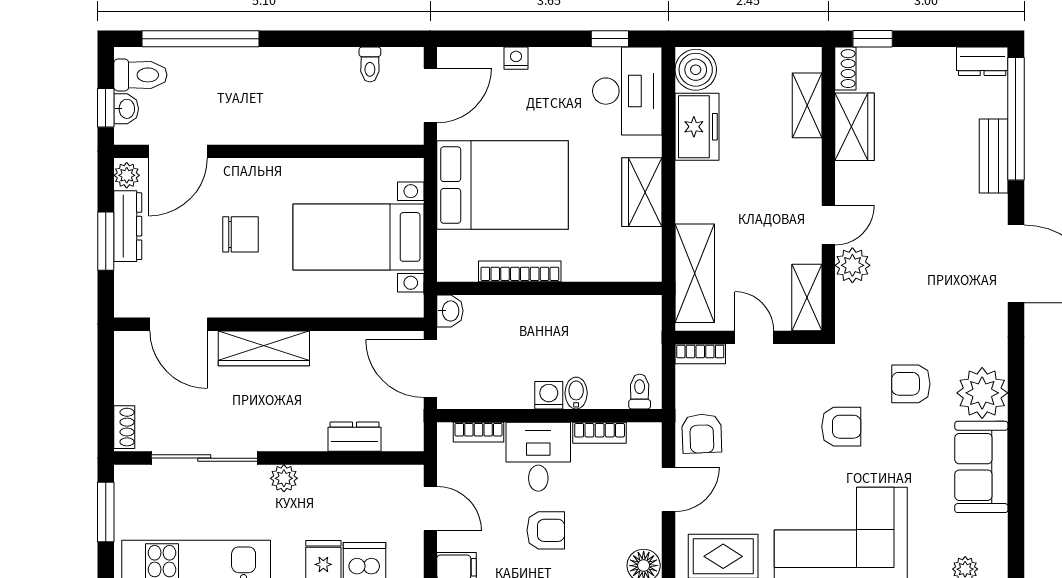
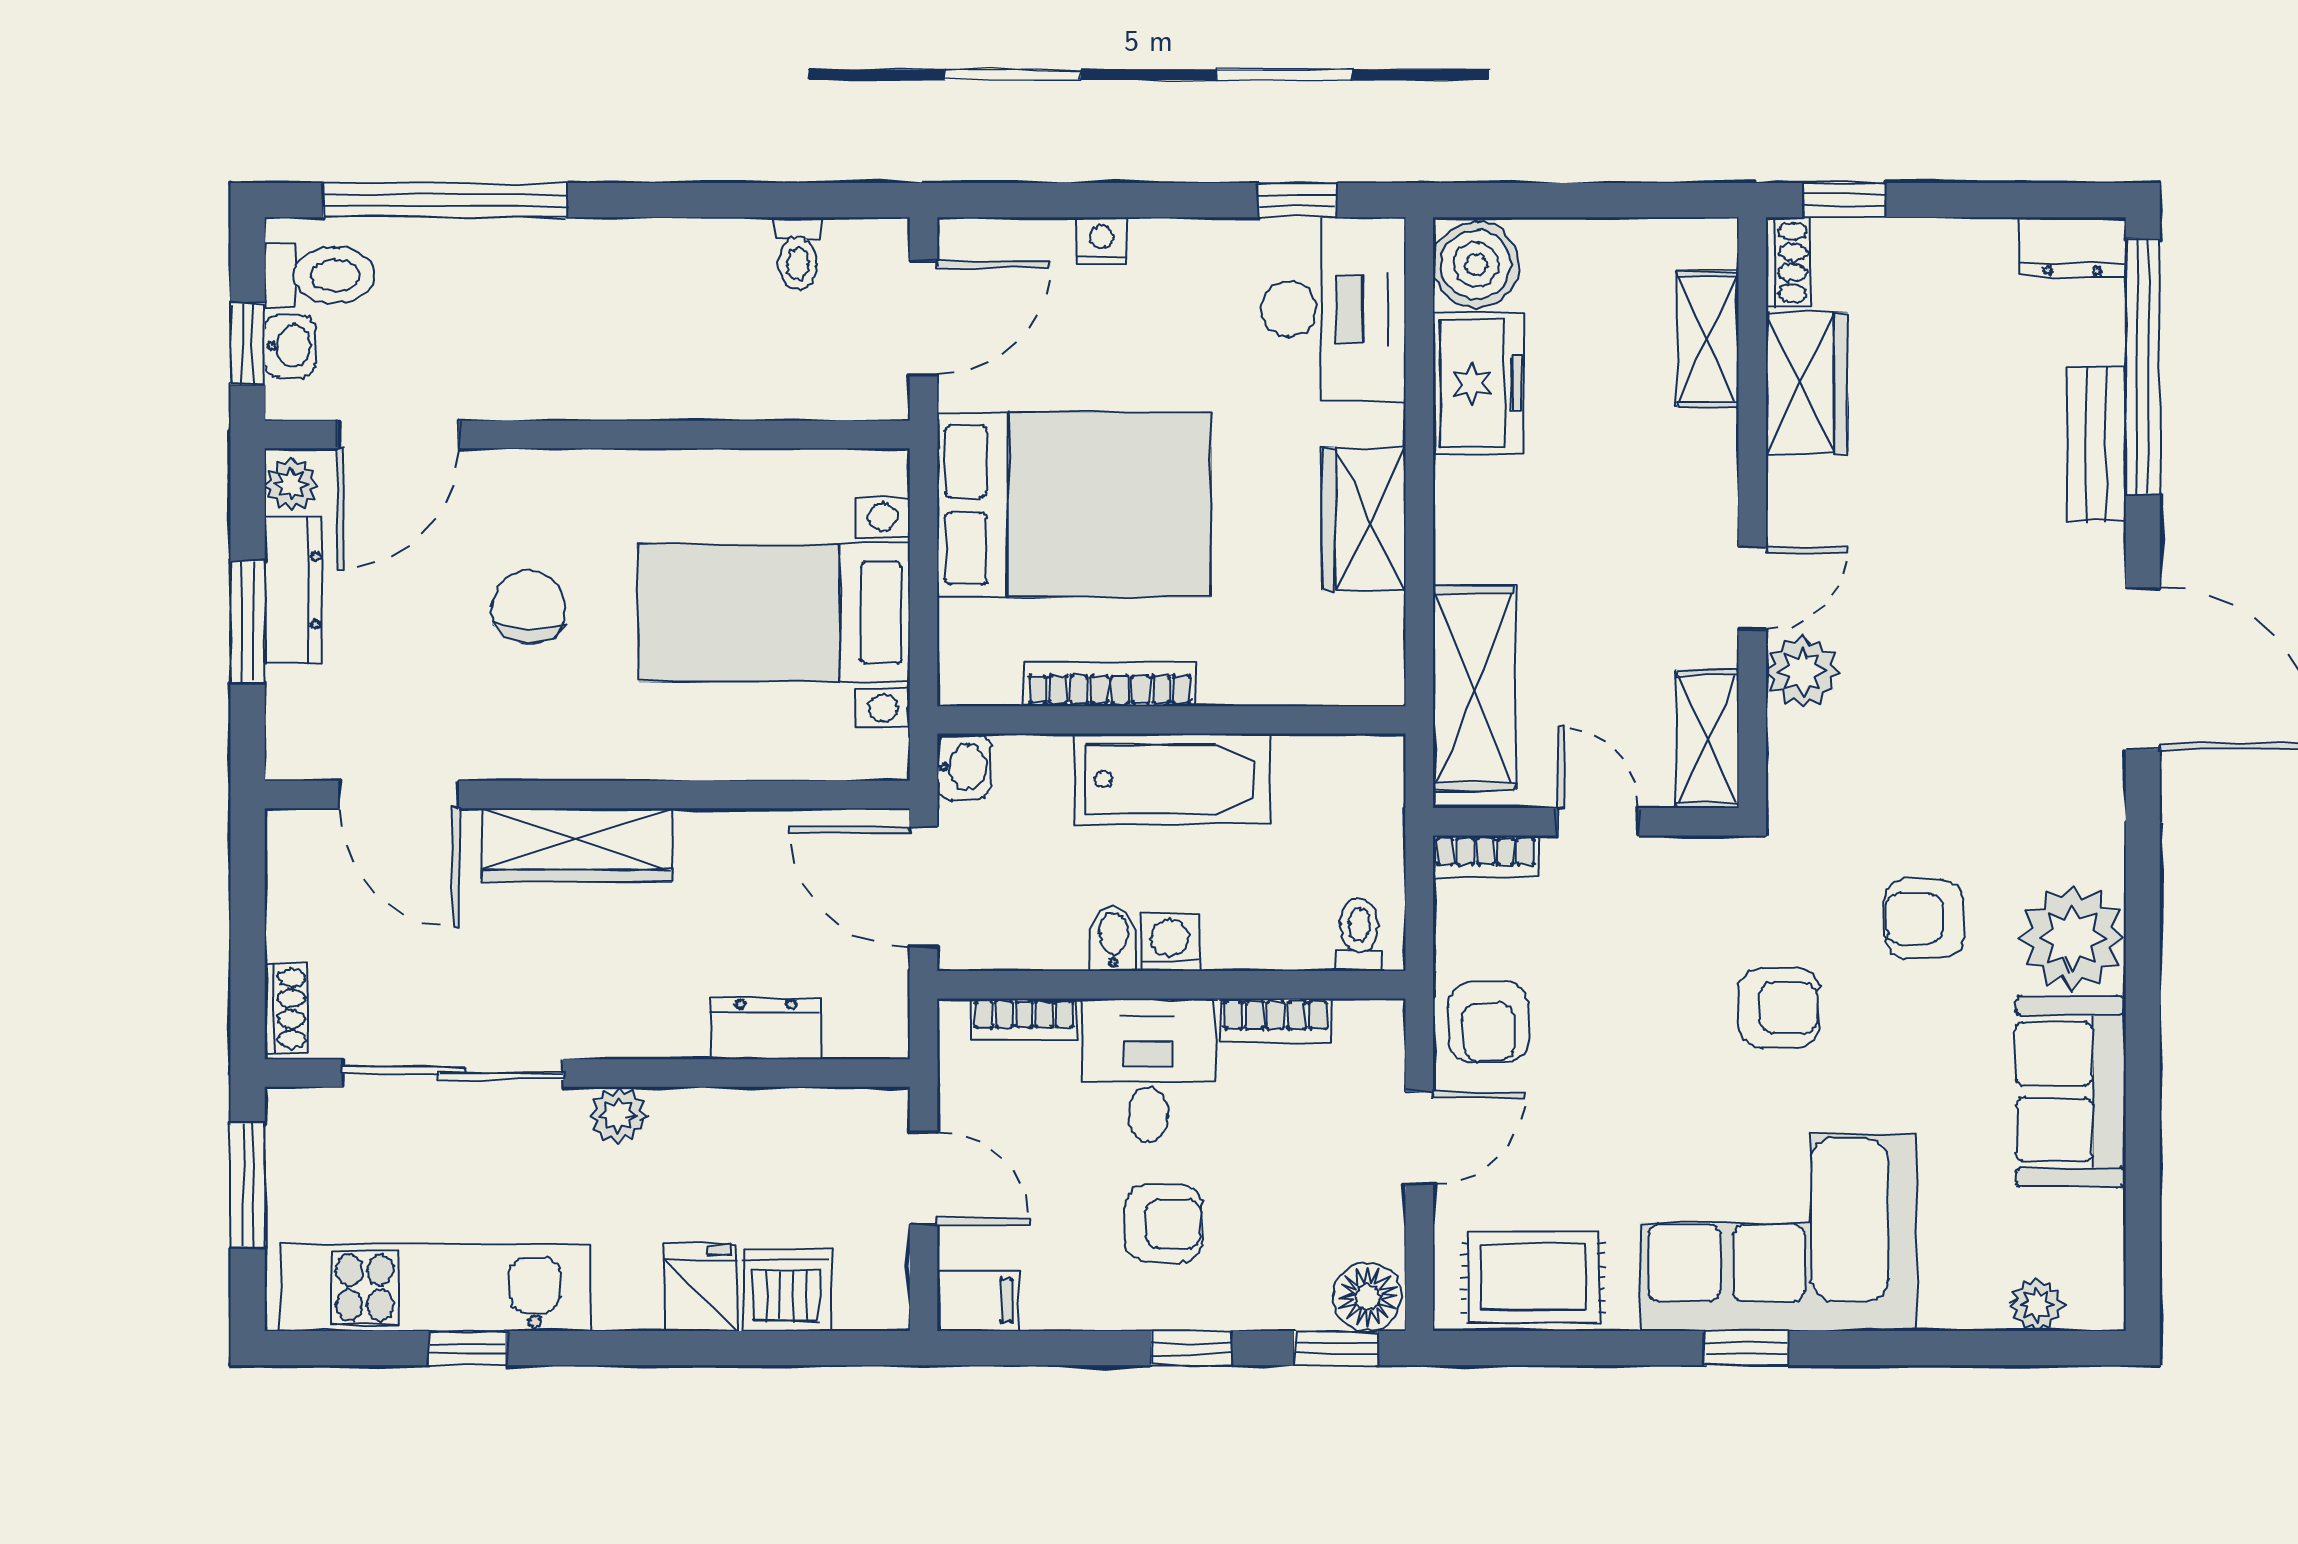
chair: (241, 234) -> (528, 607), turned -90
bathtub: (550, 317) -> (1173, 779), added
bidet: (576, 393) -> (1113, 938), moved

